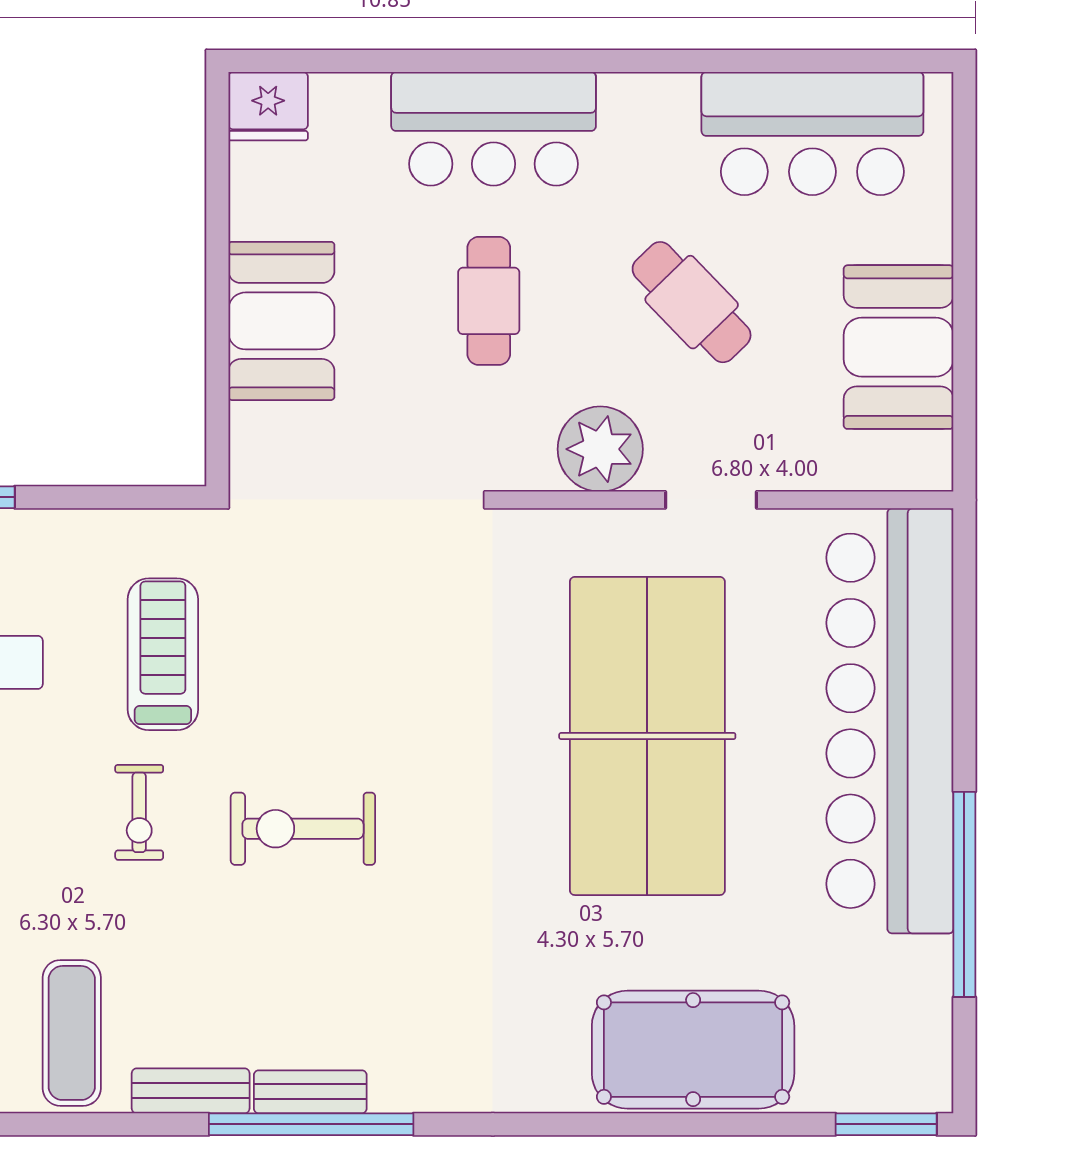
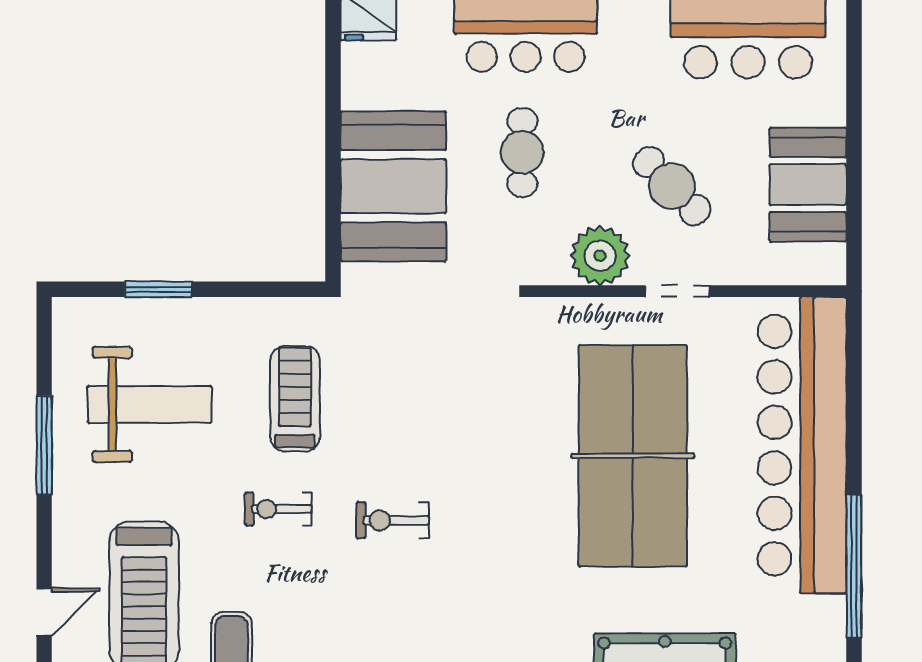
cafe table: (692, 302) -> (672, 186), moved
booth: (281, 321) -> (393, 186), width x1.36, depth x1.42
exercise bike: (139, 812) -> (279, 509), turned 90
exercise bike: (303, 829) -> (393, 520), width x0.73, depth x0.72

